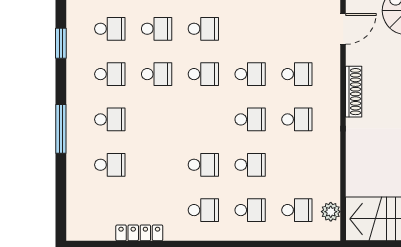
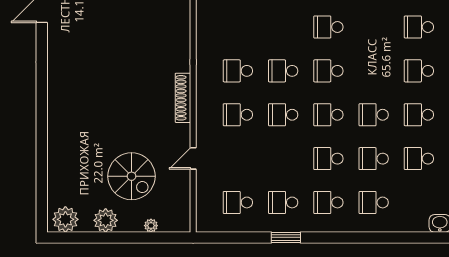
door: (343, 29) -> (193, 158), width x0.73
school desk: (250, 165) -> (328, 71), moved

